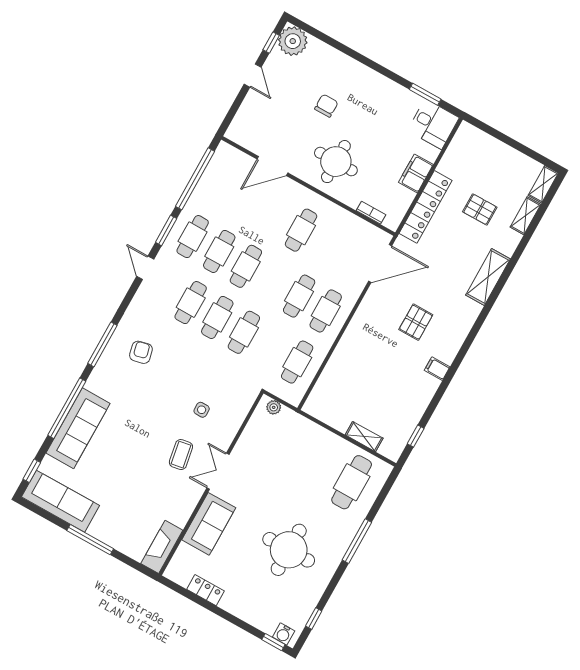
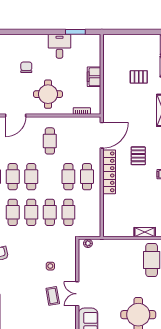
desk: (433, 124) -> (60, 46), moved, turned -90
locker: (426, 207) -> (109, 172), moved
cafe table: (297, 362) -> (68, 212), moved

